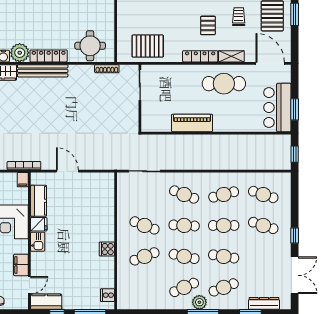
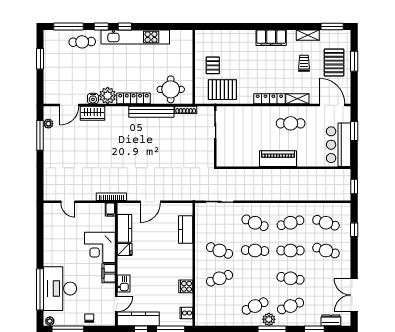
pallet: (208, 25) -> (213, 65), moved
bench: (43, 71) -> (151, 112), moved
cafe table: (224, 84) -> (291, 123), width x0.73, depth x0.74
window: (295, 109) -> (354, 131), moved
piano: (192, 123) -> (278, 159), moved
door: (67, 171) -> (150, 202), swing flipped
kitchen counter: (107, 202) -> (186, 229), added
window: (295, 236) -> (354, 230), moved
kitchen sink: (38, 242) -> (124, 284), moved
cooker: (107, 249) -> (186, 286), moved
cafe table: (184, 256) -> (255, 278), removed
filing cabinet: (21, 265) -> (109, 273), moved
double door: (295, 275) -> (354, 295), swing flipped
kitchen counter: (46, 302) -> (138, 319), width x1.50
dresser: (264, 303) -> (331, 320), width x0.70

